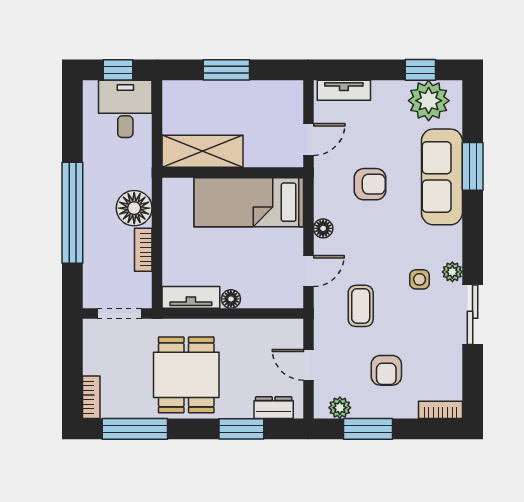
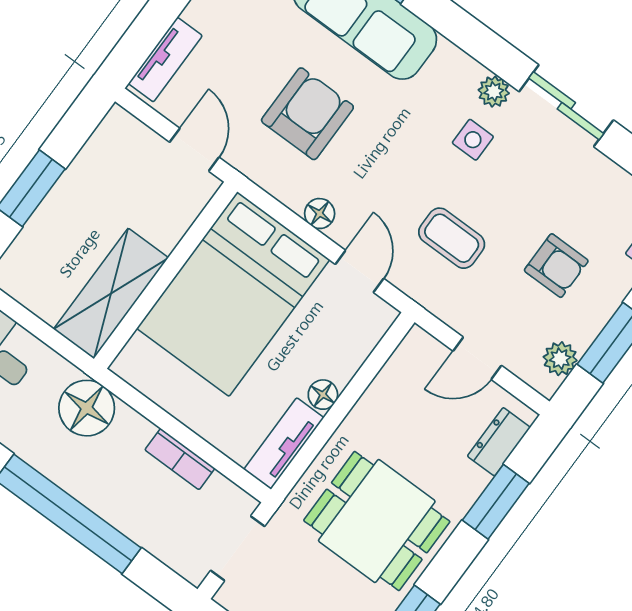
armchair: (370, 184) -> (307, 114), width x1.38, depth x1.38
bed: (249, 202) -> (233, 294), width x1.50
floor lamp: (134, 208) -> (87, 408), moved

